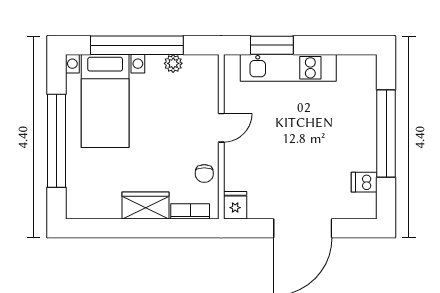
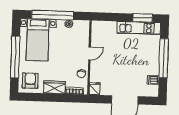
window: (272, 45) -> (143, 18), moved
kitchen unit: (288, 68) -> (139, 28), moved
armchair: (91, 192) -> (30, 81), added

